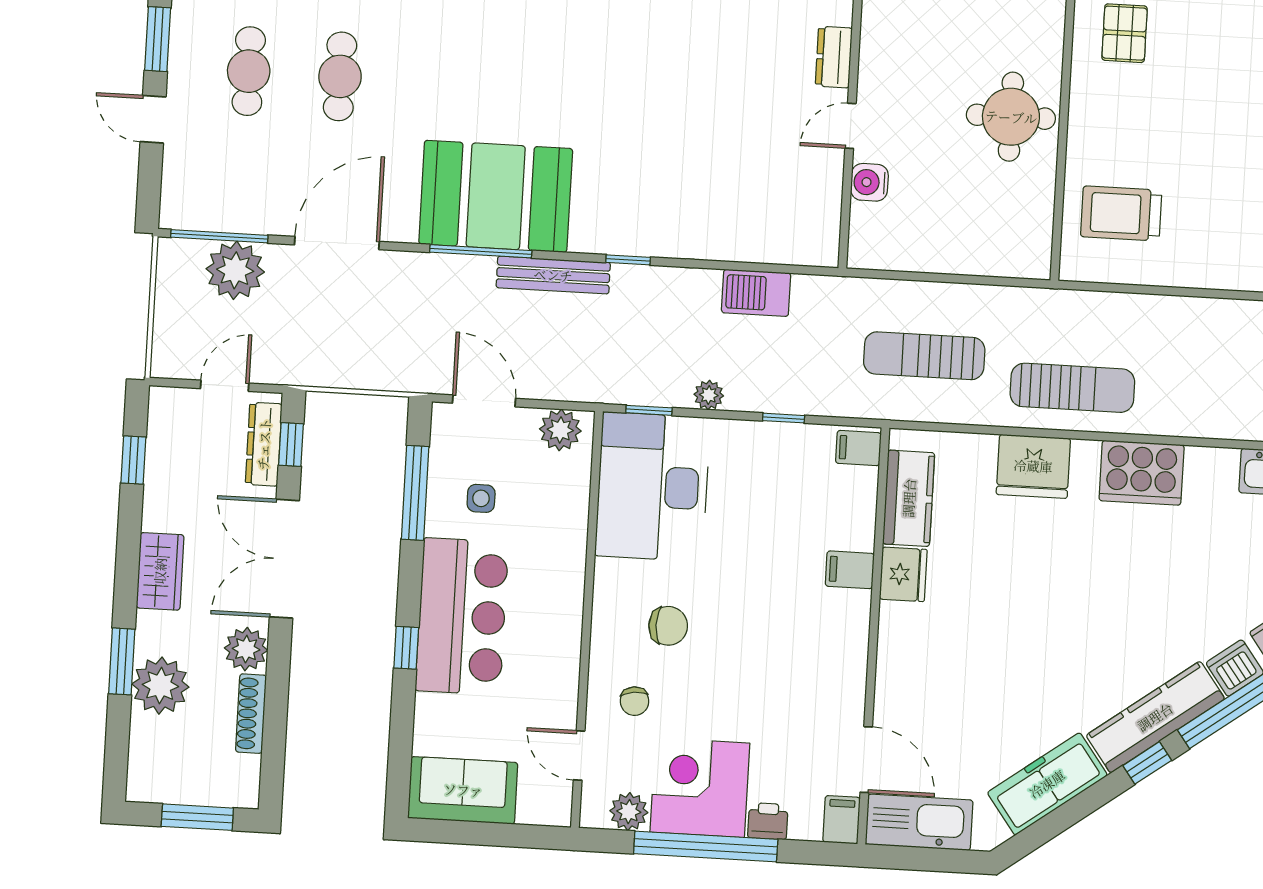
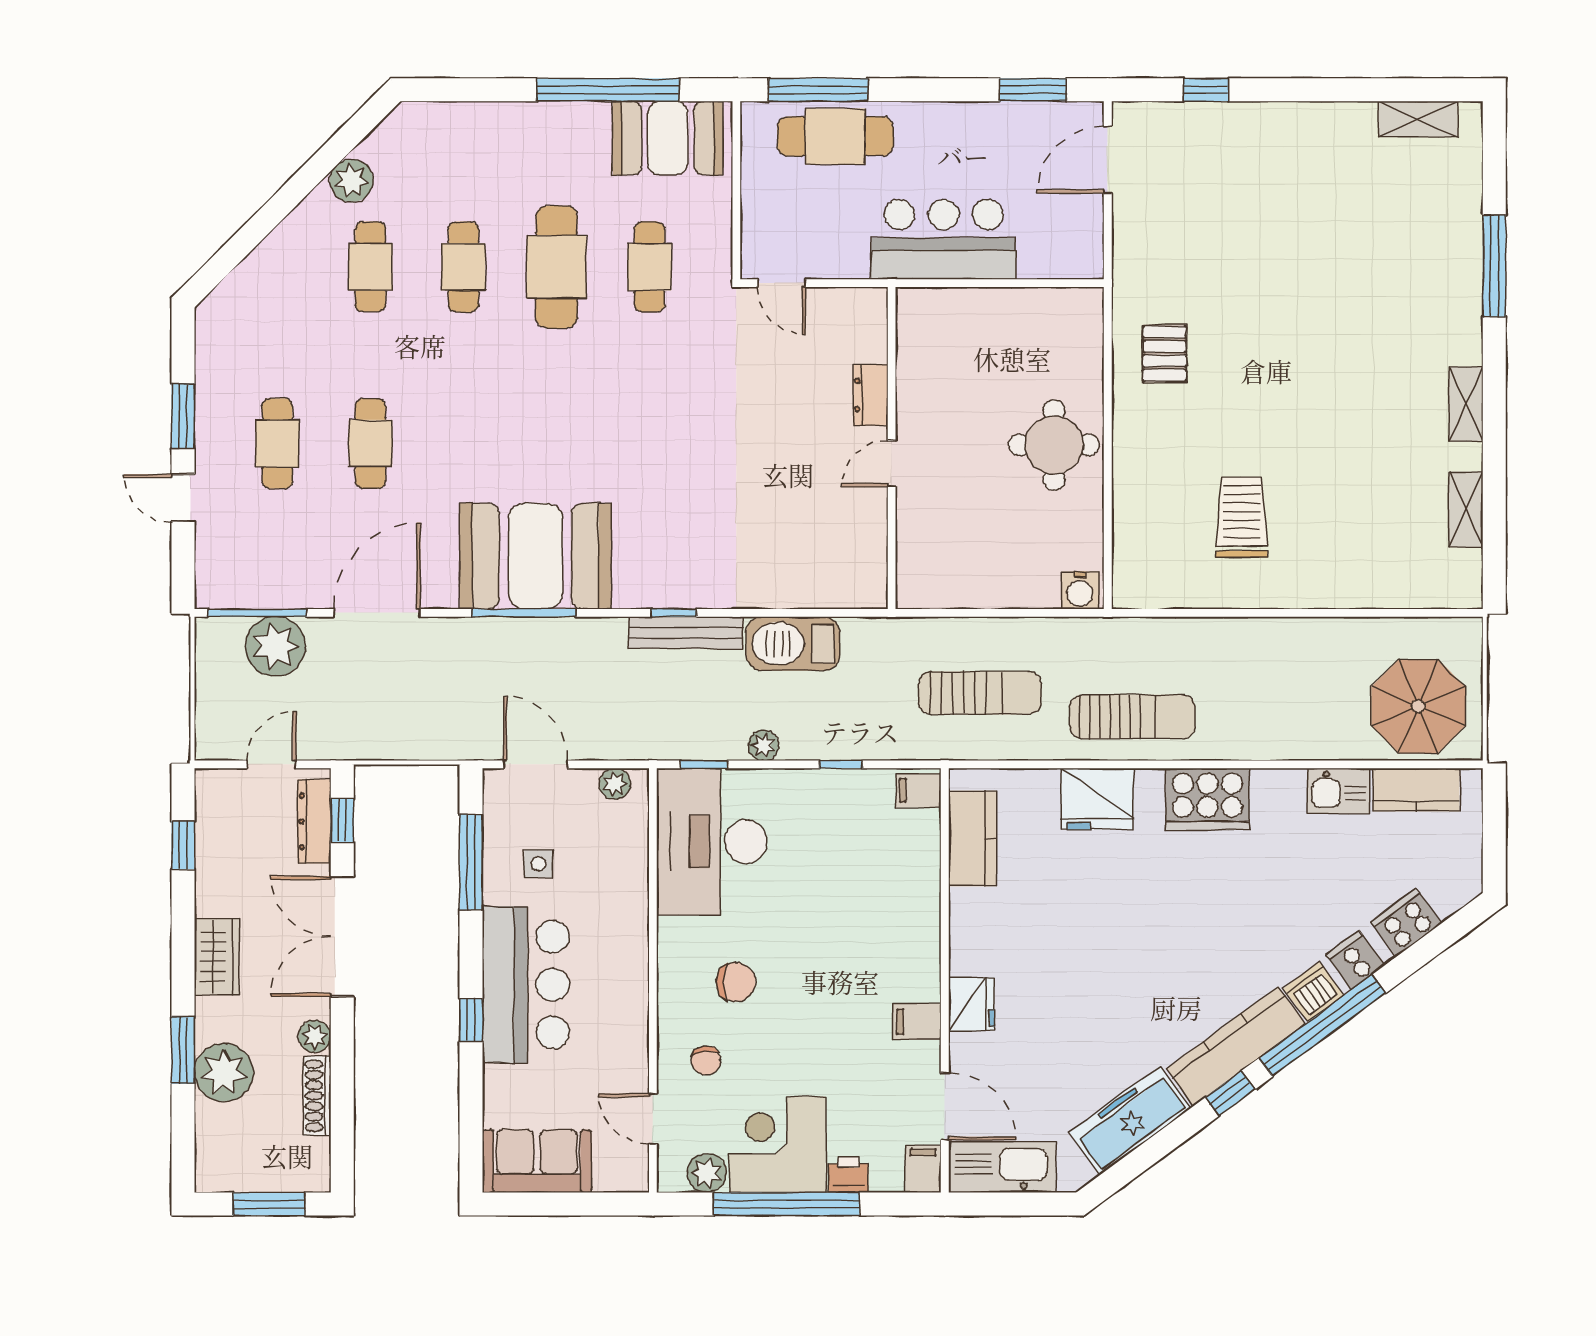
water cooler: (869, 182) -> (1080, 590), moved, turned -90
trolley: (1121, 213) -> (1242, 517), moved, turned 90
bench: (553, 275) -> (686, 633), moved
barbecue: (756, 293) -> (793, 644), width x1.37, depth x1.21
sun lounger: (924, 356) -> (980, 693), turned 180
plant: (560, 430) -> (615, 784), width x0.73, depth x0.73
filing cabinet: (850, 570) -> (917, 1022), moved
fridge: (903, 574) -> (971, 1004), moved
plant: (246, 649) -> (315, 1037), width x0.73, depth x0.73

